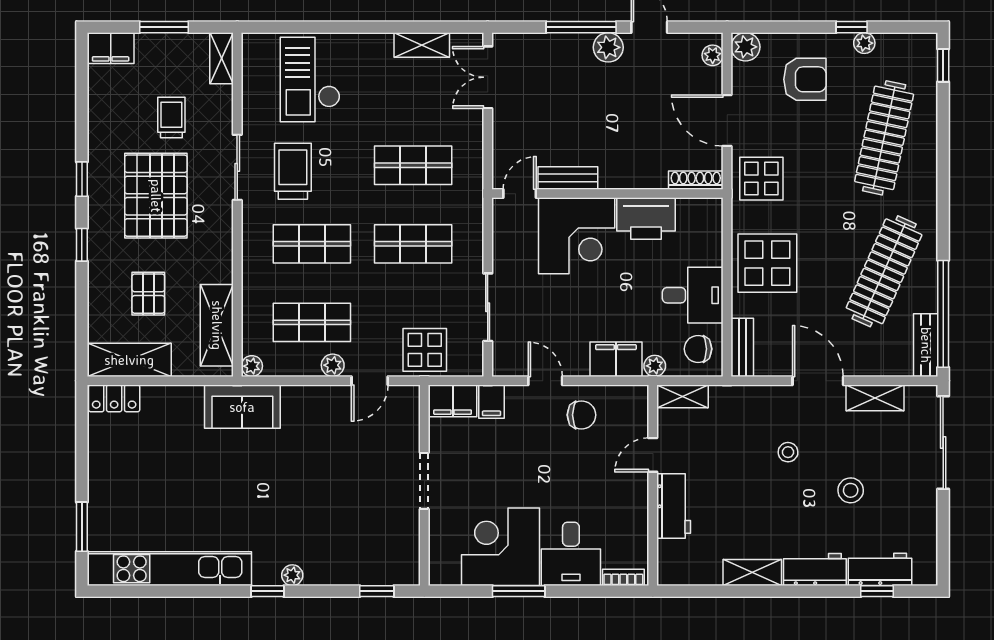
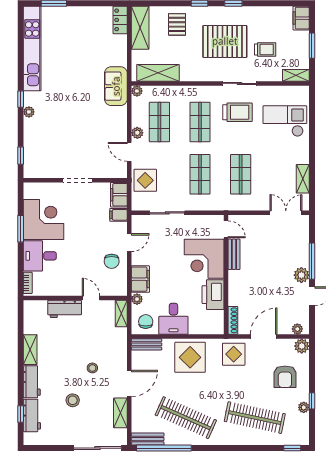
pallet: (148, 294) -> (177, 24), moved, turned 90

